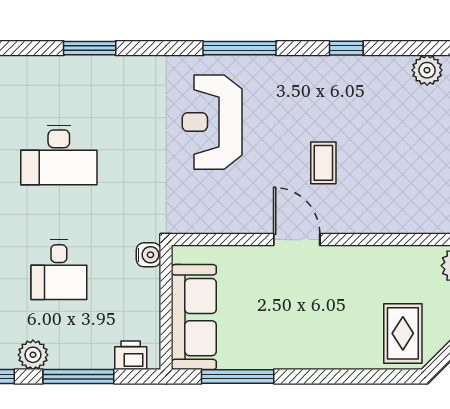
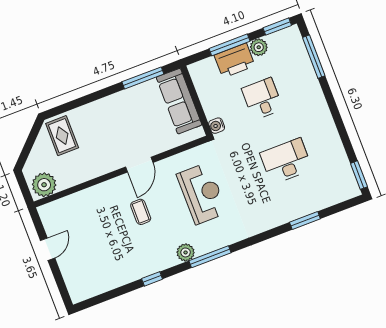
window: (90, 48) -> (305, 221), moved
plant: (427, 70) -> (186, 252), moved
reception desk: (212, 122) -> (202, 194), moved
door: (297, 240) -> (139, 165), hinge flipped
printer: (131, 355) -> (235, 60), moved, width x1.87, depth x1.48

